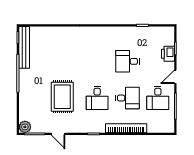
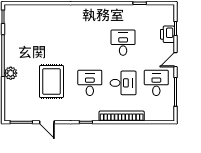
bench: (24, 47) -> (10, 27), removed
desk: (127, 61) -> (123, 43), turned 90
desk: (97, 98) -> (90, 83), turned 180
desk: (158, 98) -> (156, 83), turned 180
plant: (25, 127) -> (11, 73), moved

